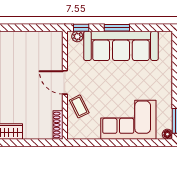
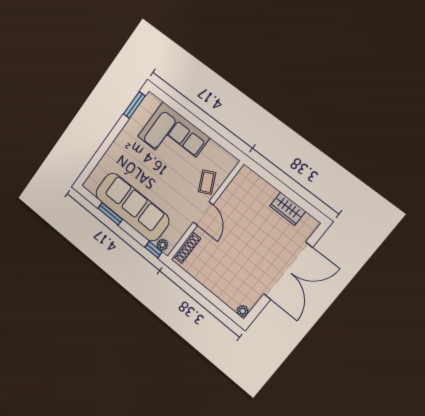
window: (117, 28) -> (110, 214), moved
shoe rack: (58, 125) -> (187, 247), moved
floor lamp: (167, 134) -> (150, 98), removed

